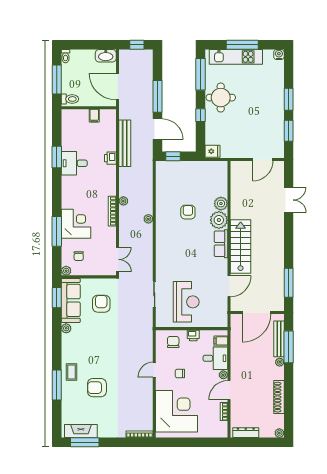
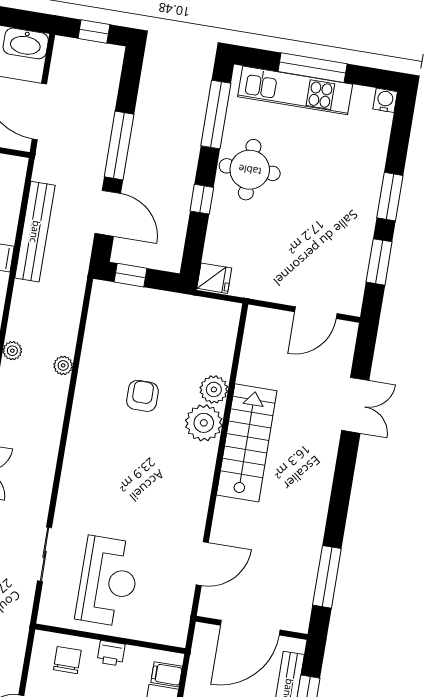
plant: (148, 219) -> (63, 365), moved
row of seats: (221, 244) -> (200, 473), removed
stairs: (241, 247) -> (247, 443), moved

